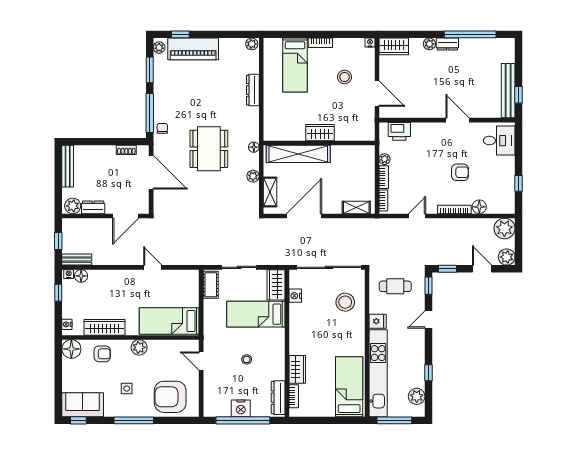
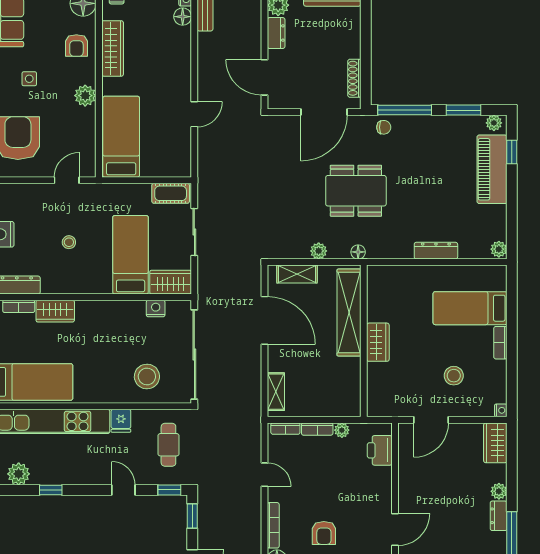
shoe rack: (126, 150) -> (354, 78), width x1.43

